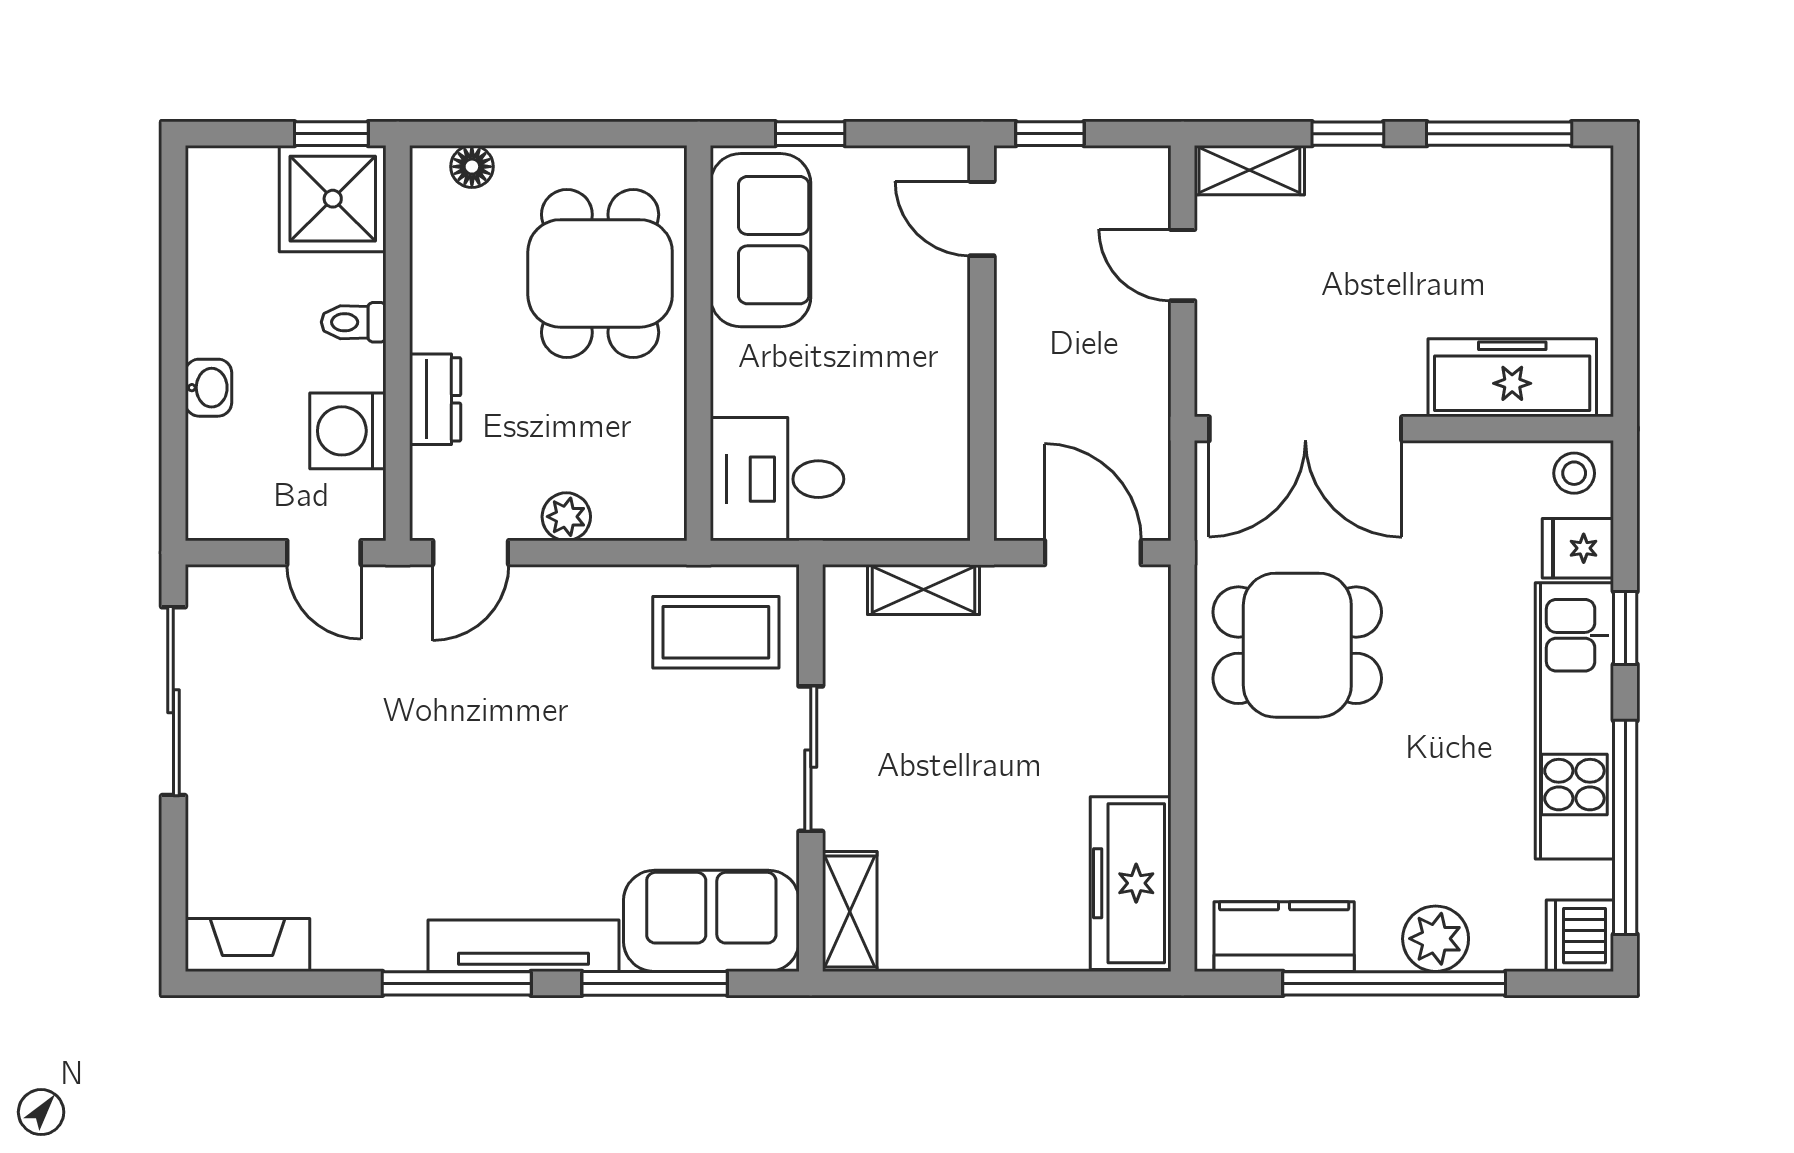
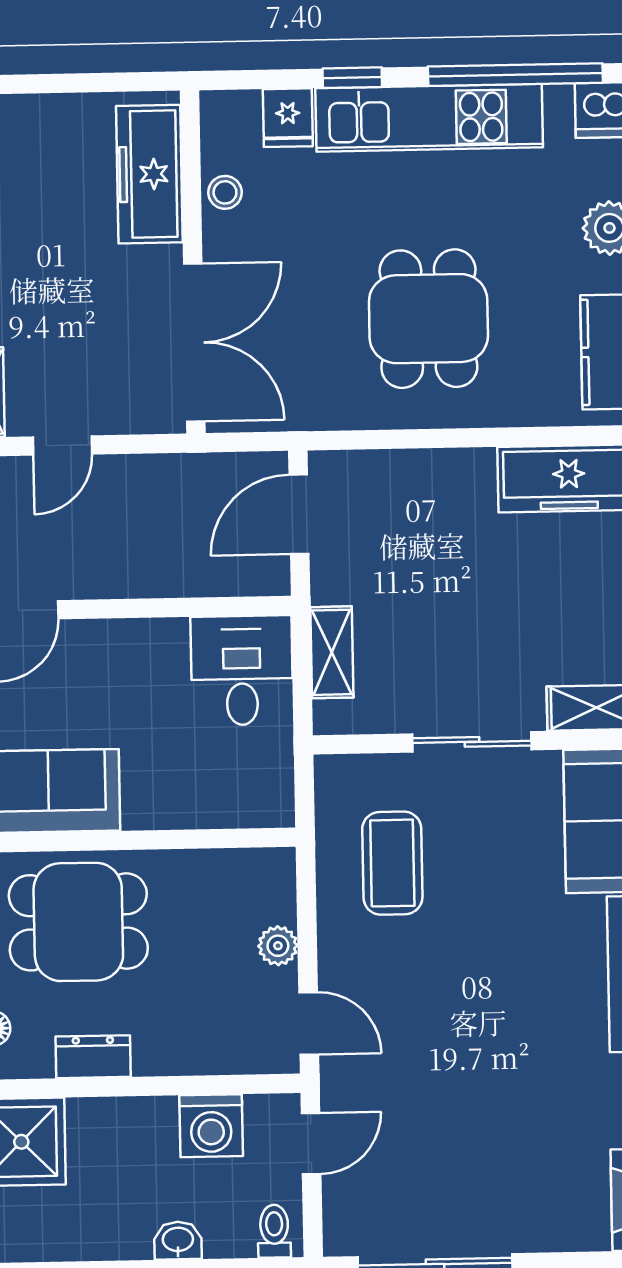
toilet: (354, 322) -> (274, 1231), moved, turned 180
dresser: (435, 399) -> (93, 1057), moved
stool: (1574, 473) -> (225, 192), moved
desk: (777, 479) -> (242, 670), moved, turned 180
coffee table: (716, 632) -> (392, 863), moved
dining table: (1297, 645) -> (428, 319), moved

